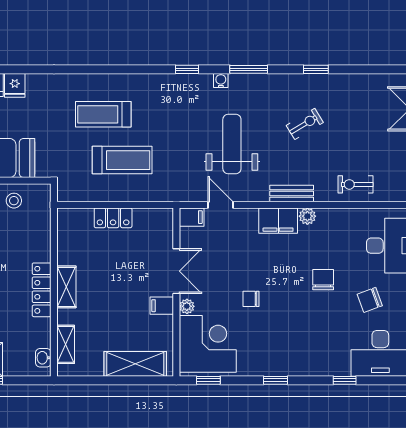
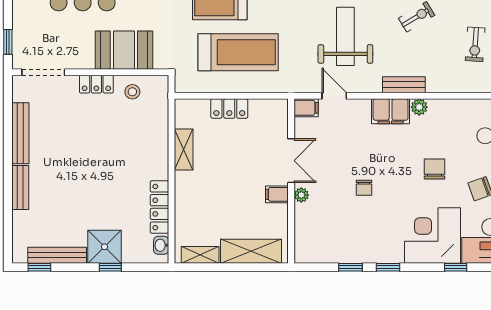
treadmill: (122, 160) -> (238, 52), width x1.37, depth x1.38
exercise bike: (356, 184) -> (475, 44), moved, turned -86
shelving: (66, 287) -> (184, 150), moved
locker: (42, 290) -> (159, 207), moved
chair: (251, 299) -> (364, 188), turned -90
shelving: (66, 344) -> (200, 255), moved, turned 90
corner desk: (208, 344) -> (433, 236), moved, turned -90
window: (208, 380) -> (350, 267), moved

